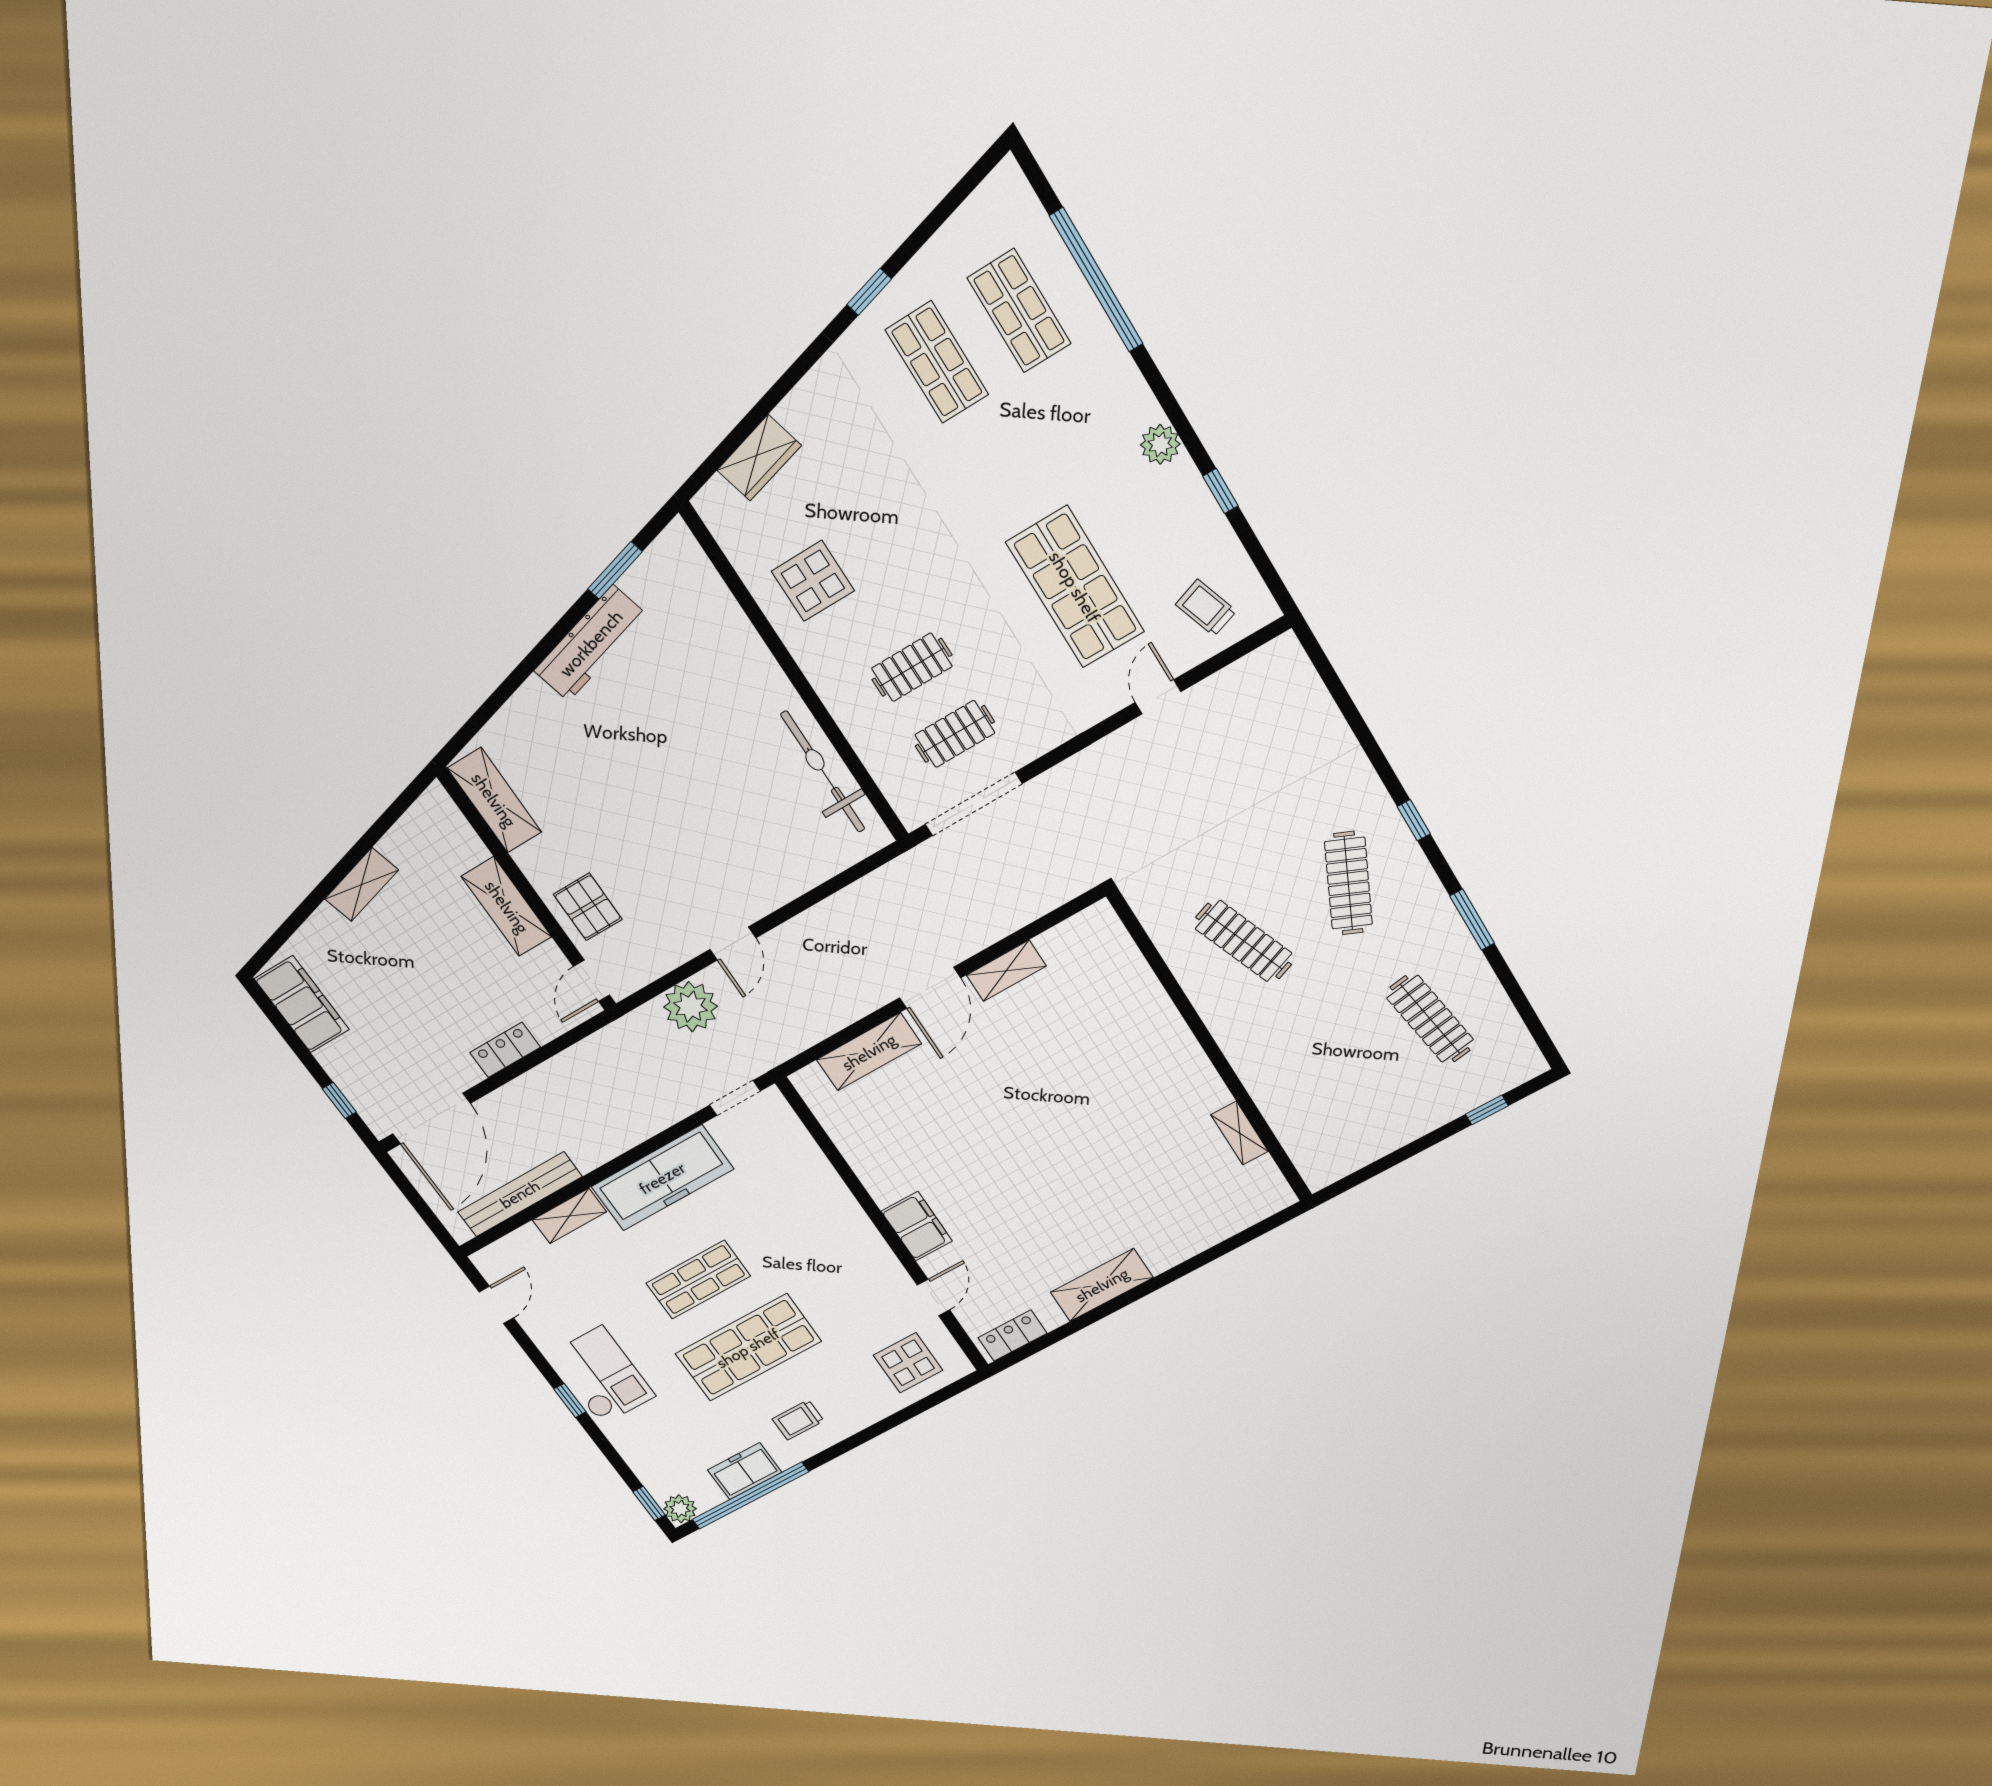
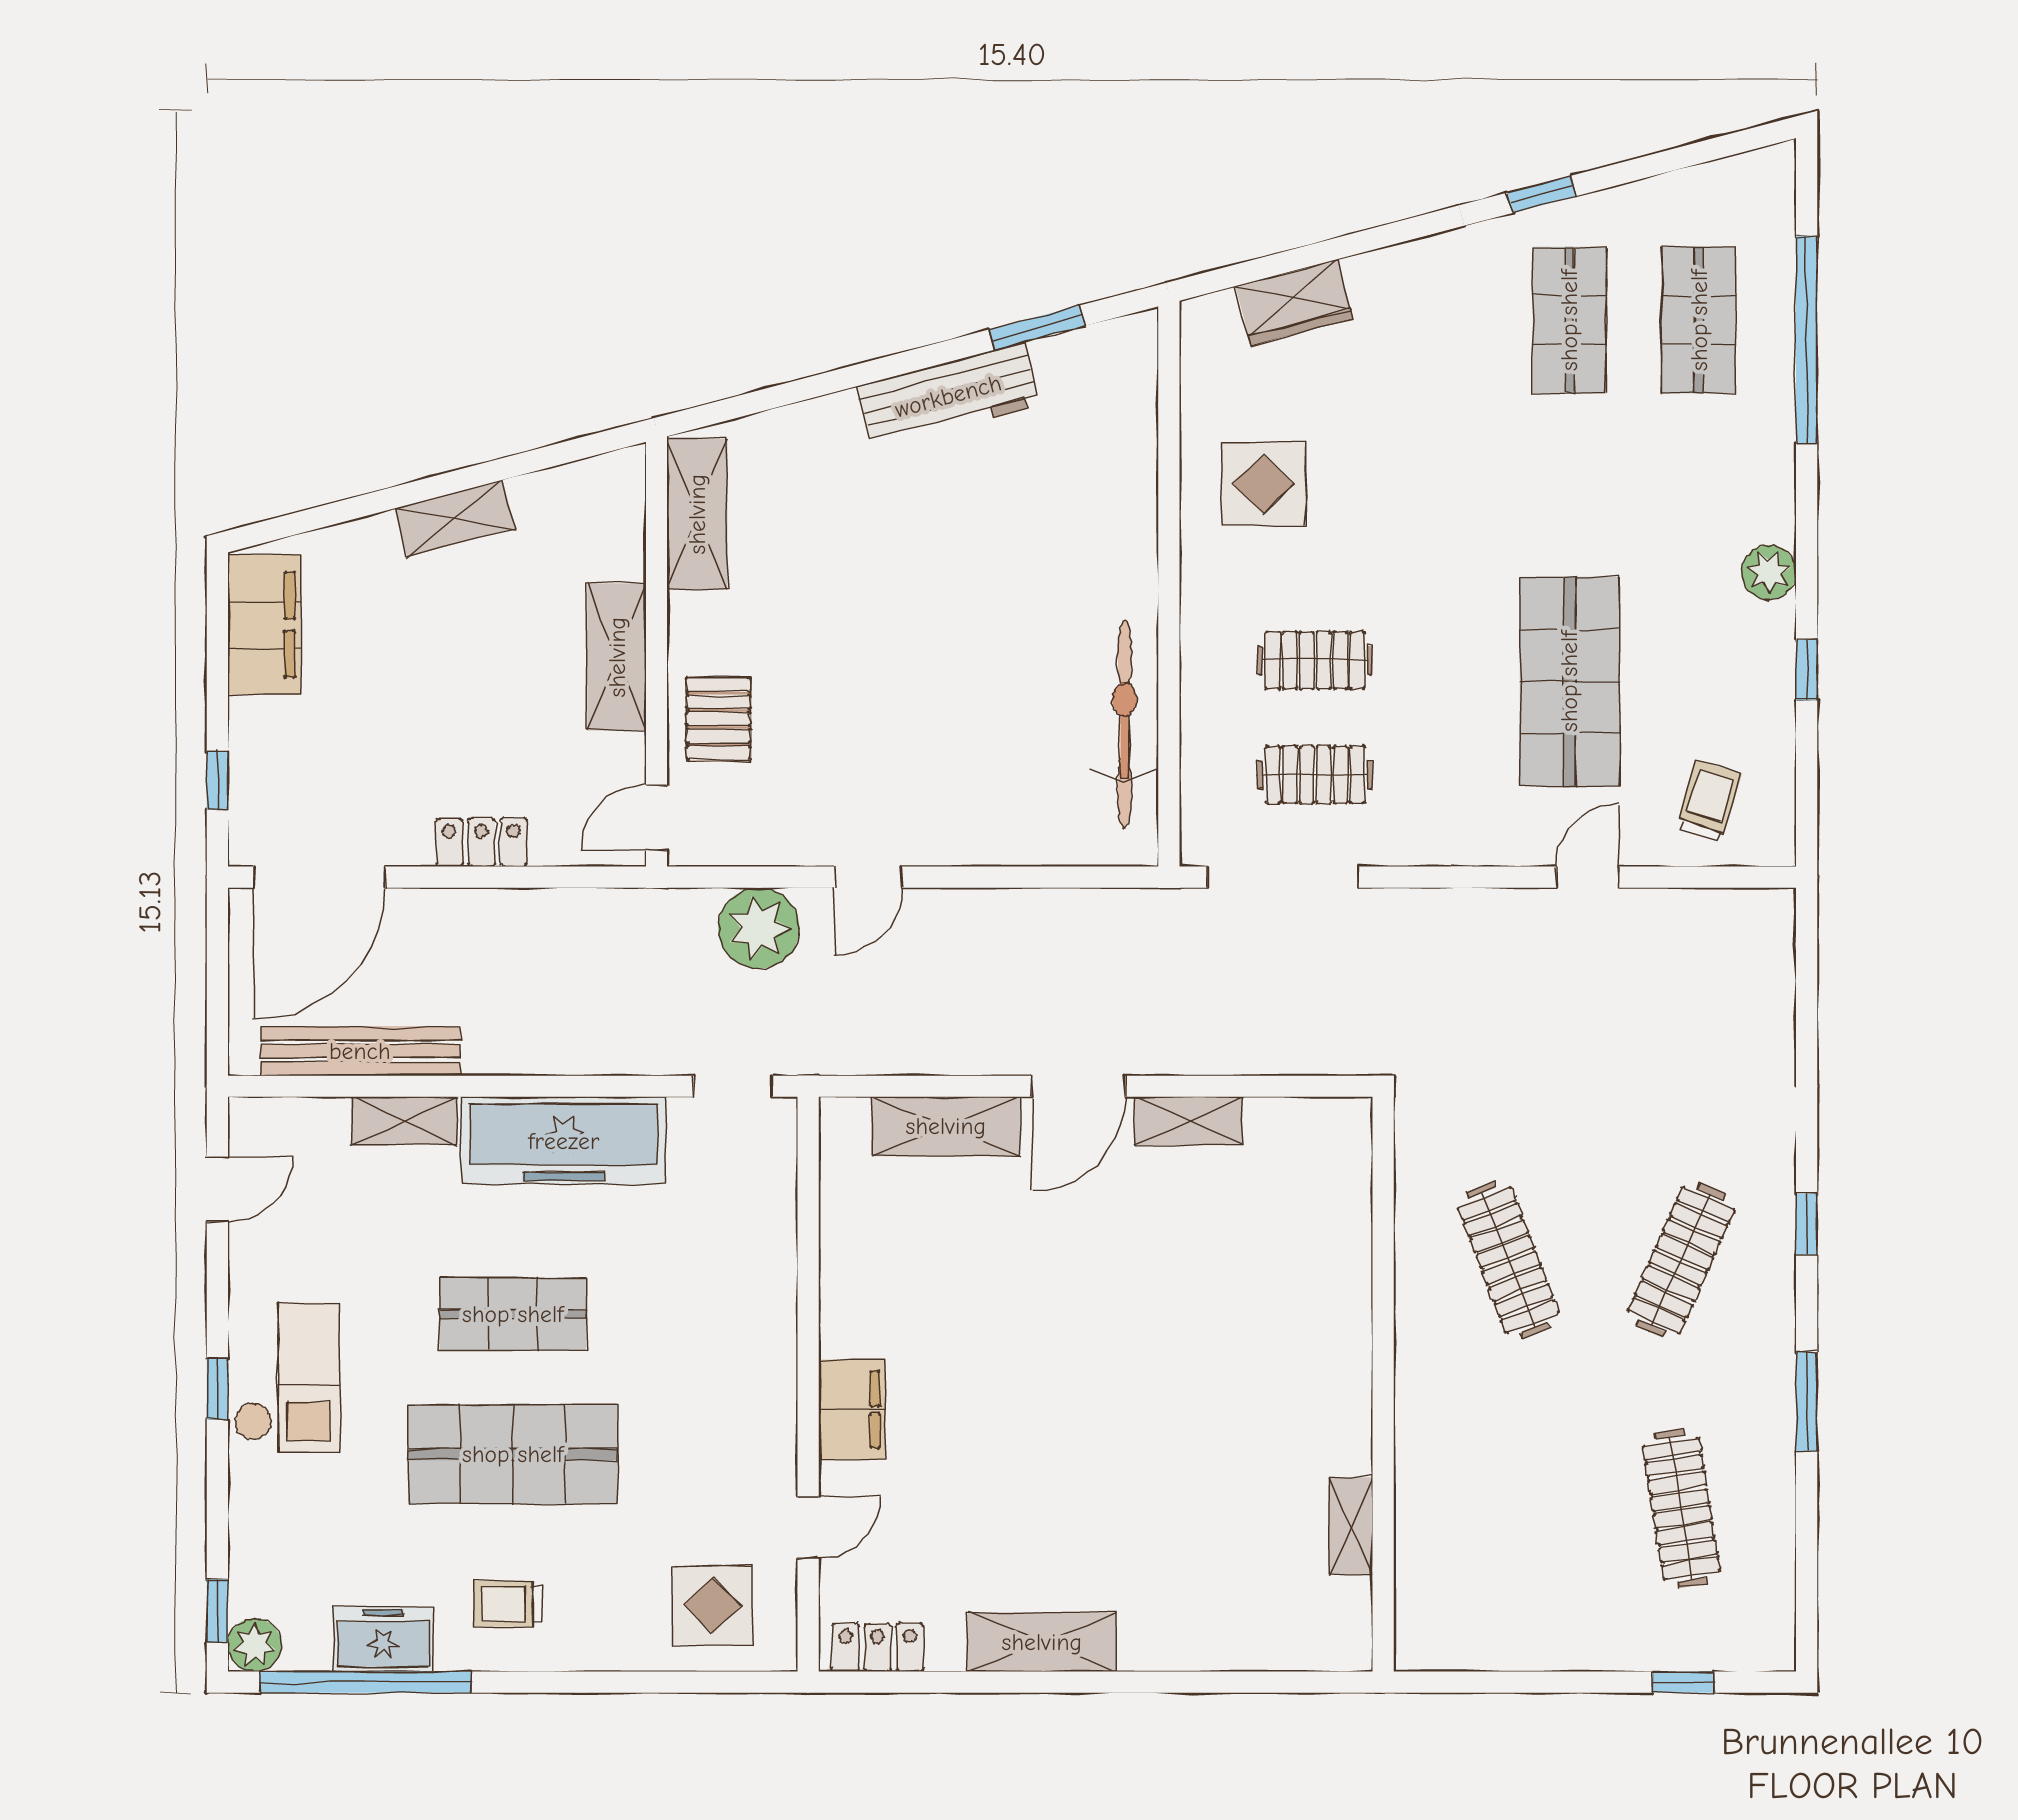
trolley: (1206, 608) -> (1709, 801), turned 36

